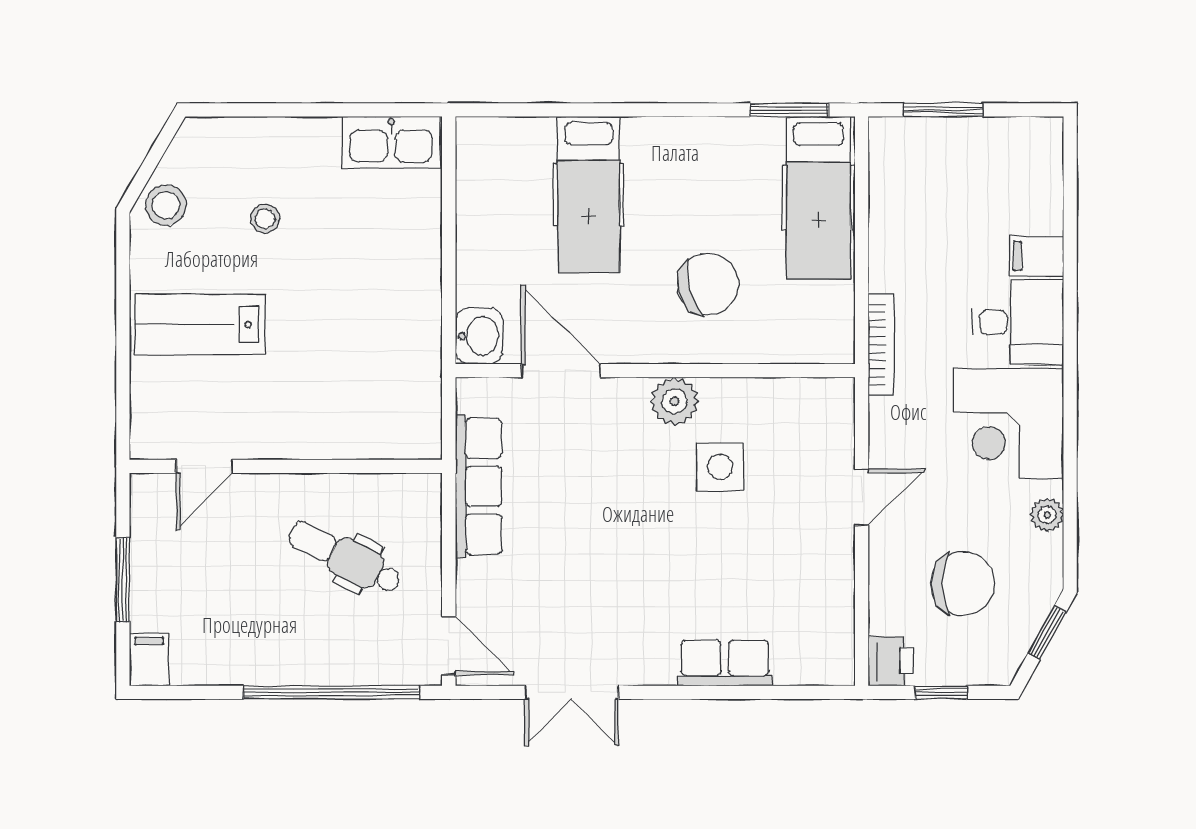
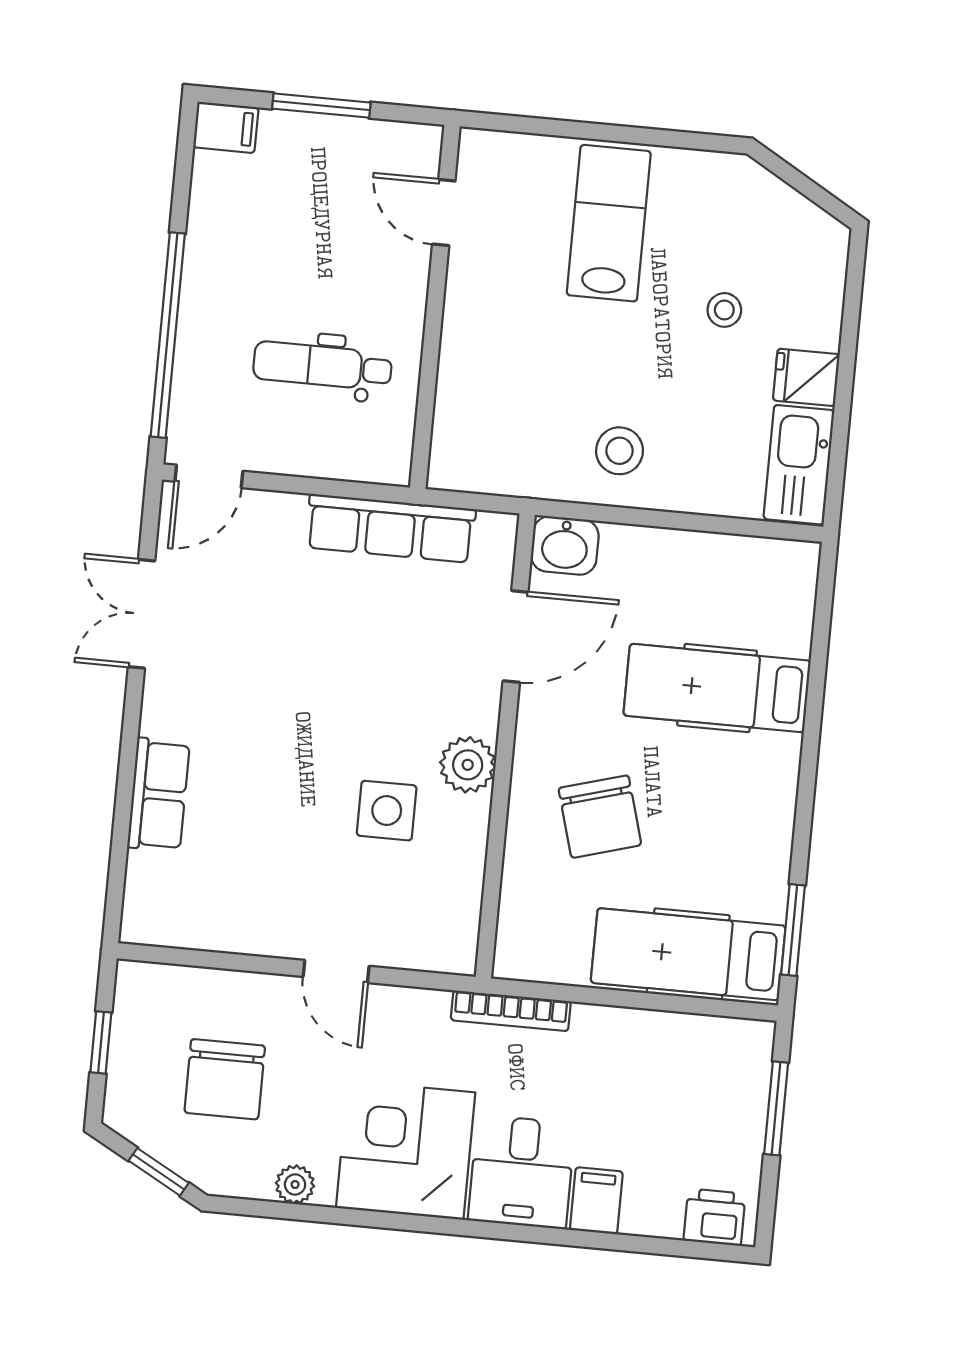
fridge: (316, 143) -> (806, 377), added
stool: (166, 205) -> (620, 451), moved
dental chair: (345, 558) -> (323, 366), turned -117
printer: (891, 661) -> (714, 1217), moved, turned 180

